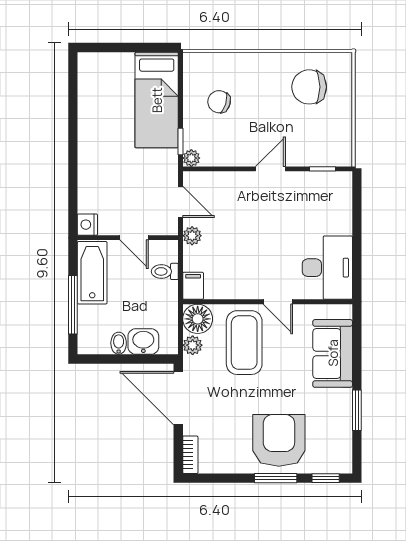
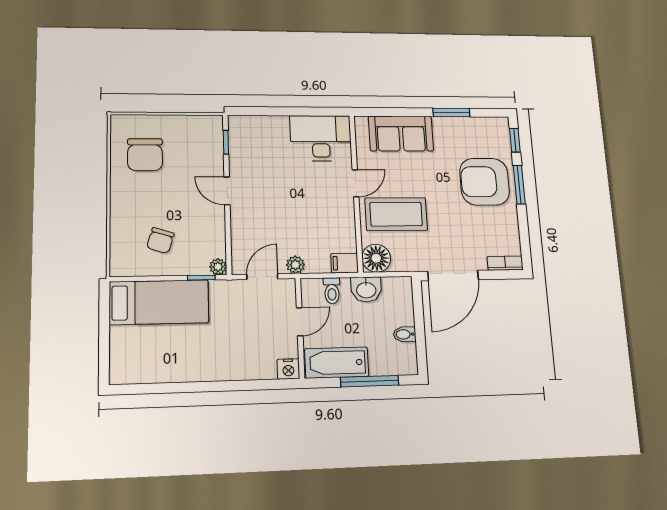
washbasin: (143, 342) -> (366, 289), moved, turned -90
plant: (193, 345) -> (402, 263), removed

